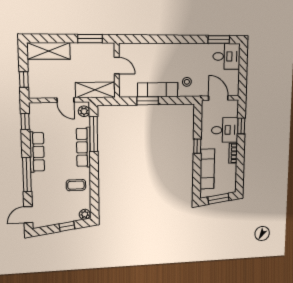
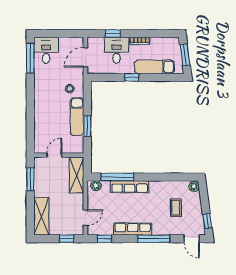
window: (219, 39) -> (30, 58), width x1.44
door: (65, 100) -> (85, 218), moved
coffee table: (76, 185) -> (176, 208), moved
window: (67, 226) -> (207, 221), moved

